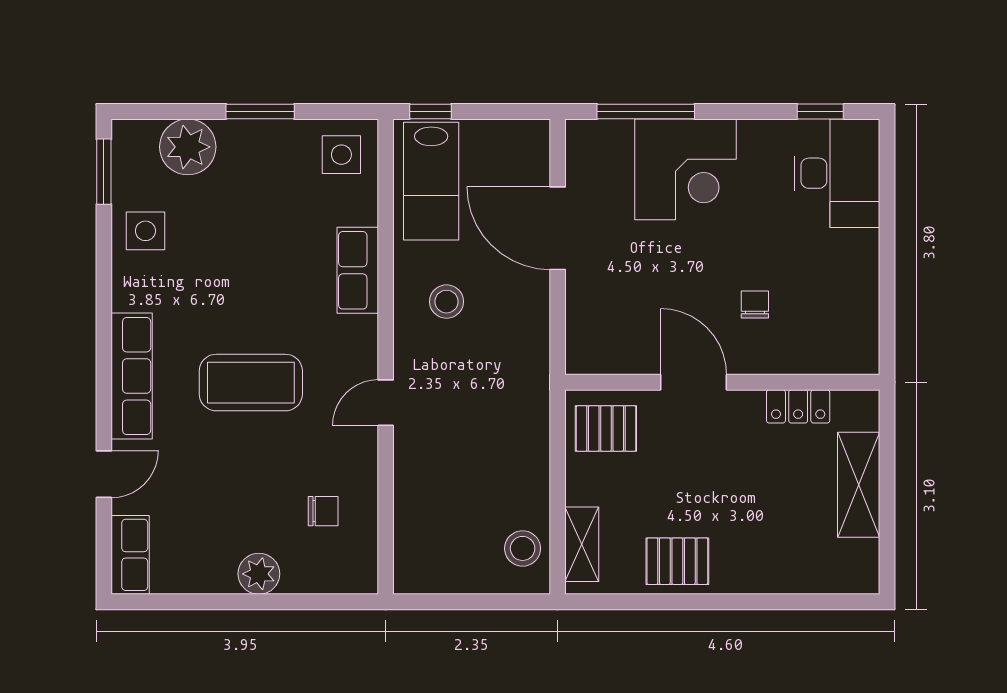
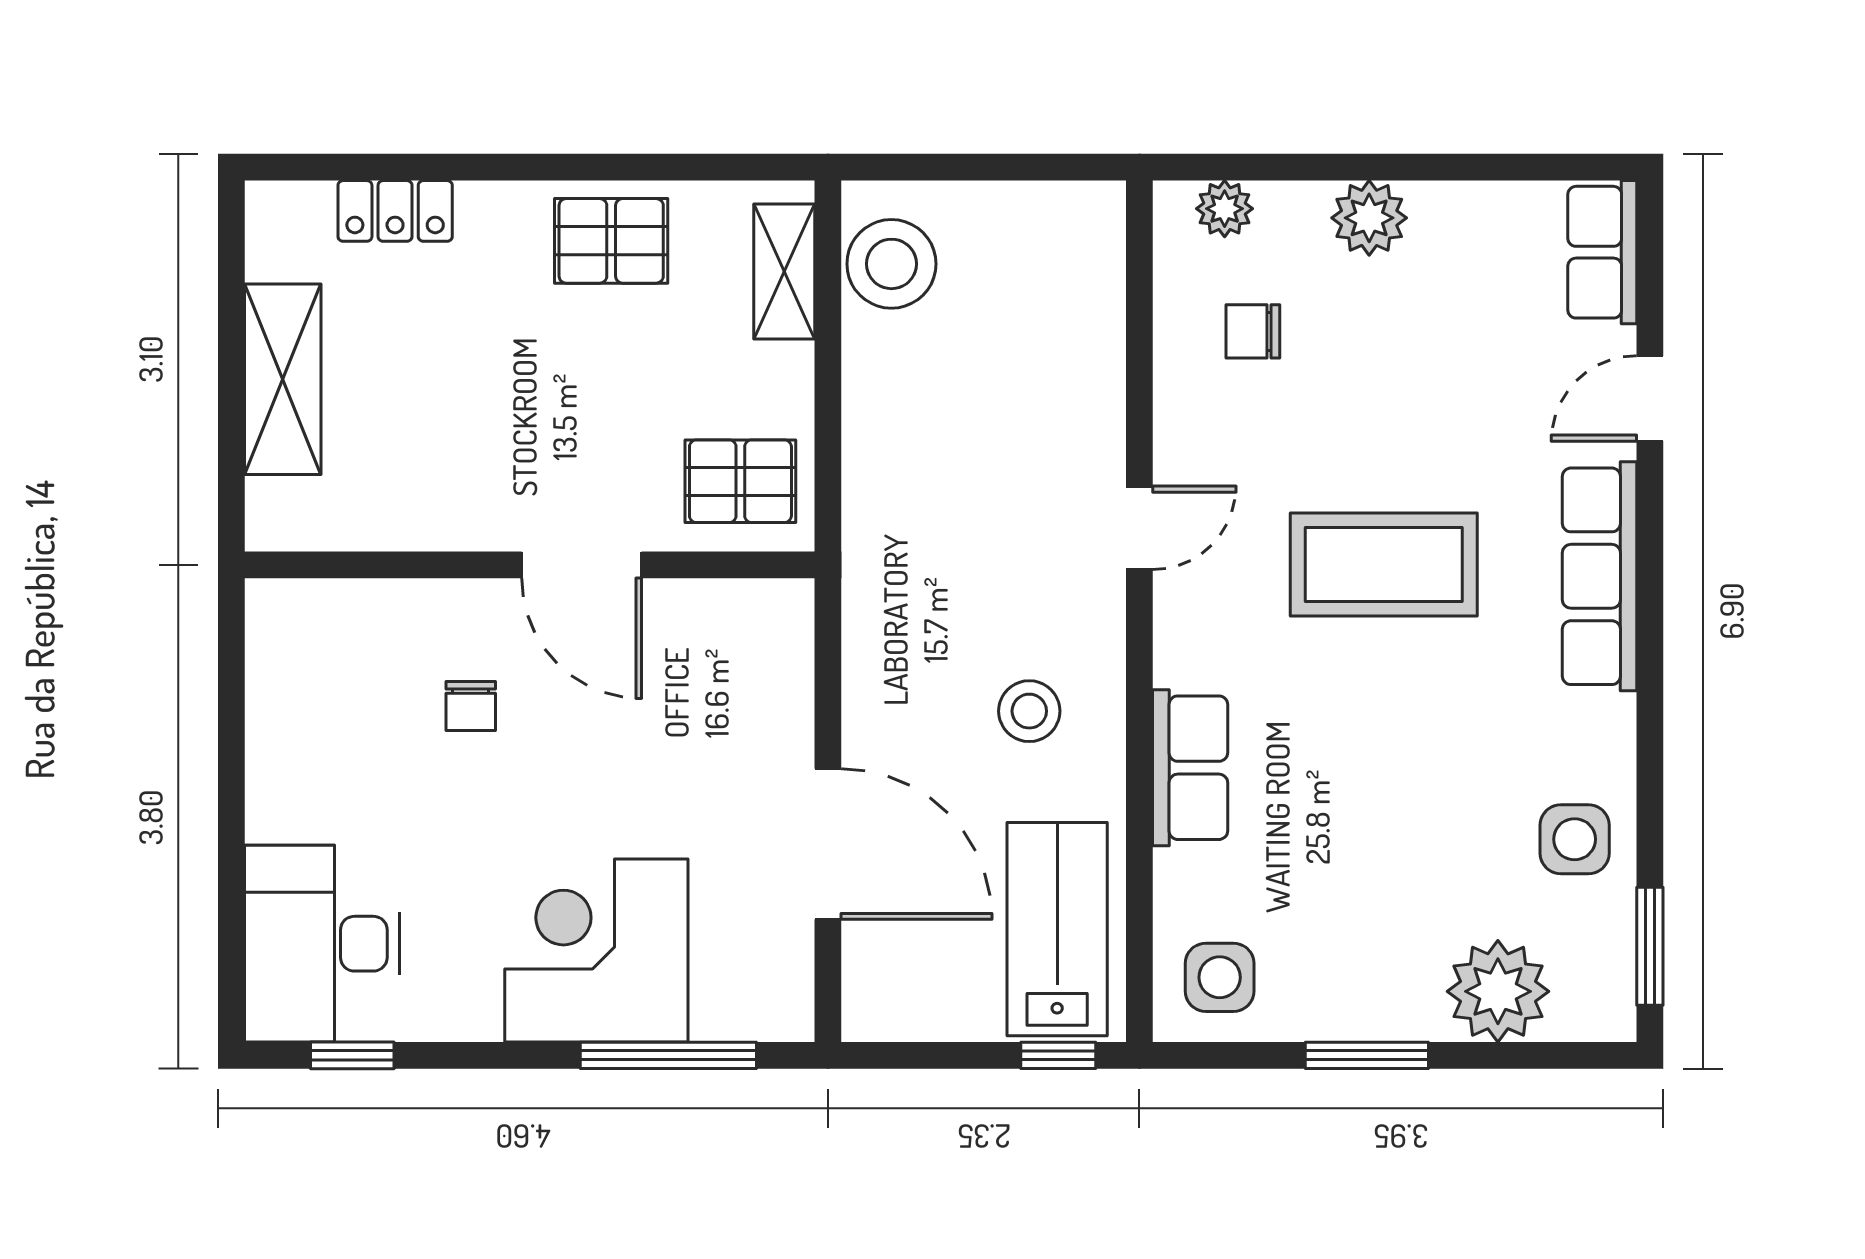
locker: (798, 406) -> (395, 211), moved, turned 180
stool: (523, 548) -> (891, 264), width x1.38, depth x1.38
plant: (339, 579) -> (1225, 209), added

